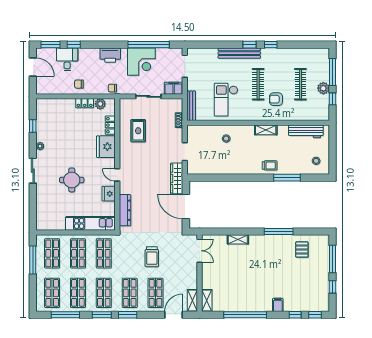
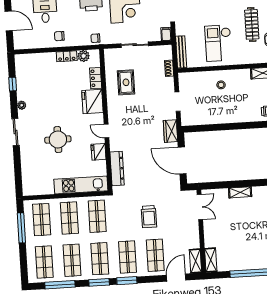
filing cabinet: (174, 88) -> (166, 34), width x0.50
wardrobe: (177, 178) -> (170, 131), width x0.67

